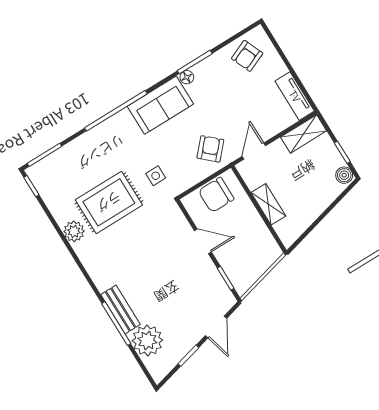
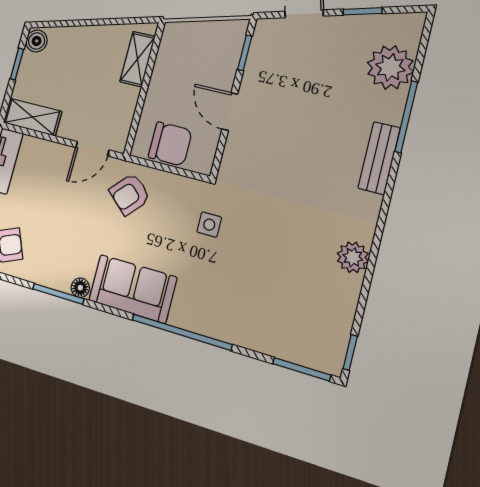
rug: (109, 202) -> (285, 248), removed
shelving: (268, 204) -> (138, 59), moved
bench: (120, 310) -> (379, 158), moved

